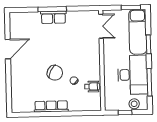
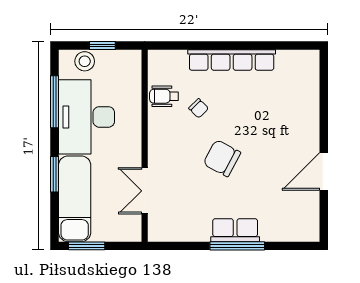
double door: (101, 26) -> (145, 191), moved
chair: (55, 73) -> (222, 158), moved
row of seats: (51, 106) -> (232, 60), width x1.36

